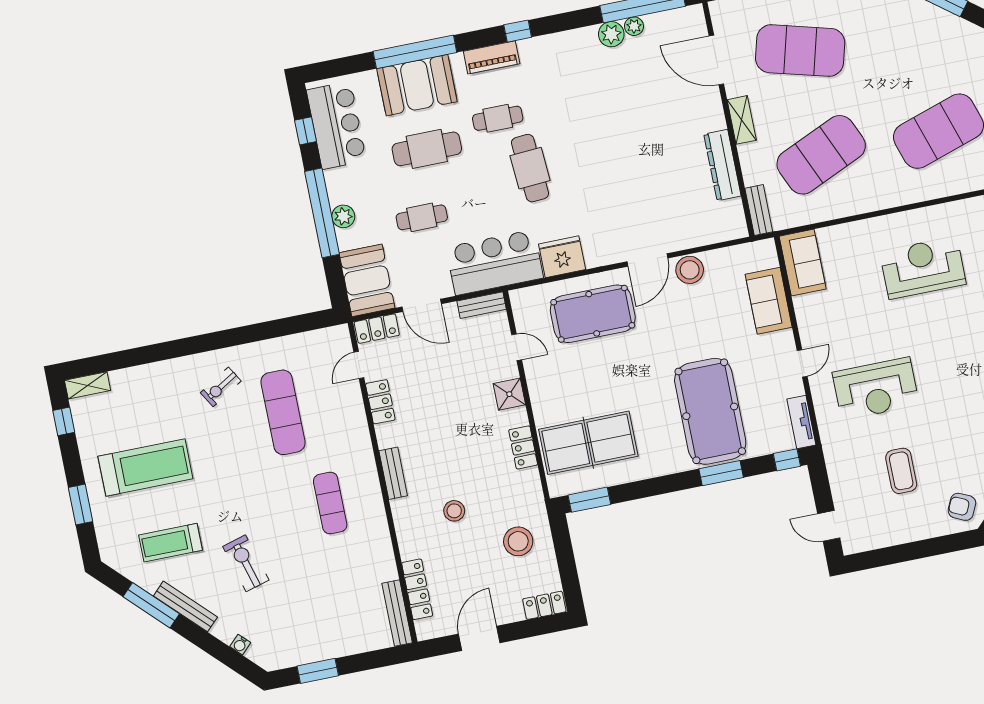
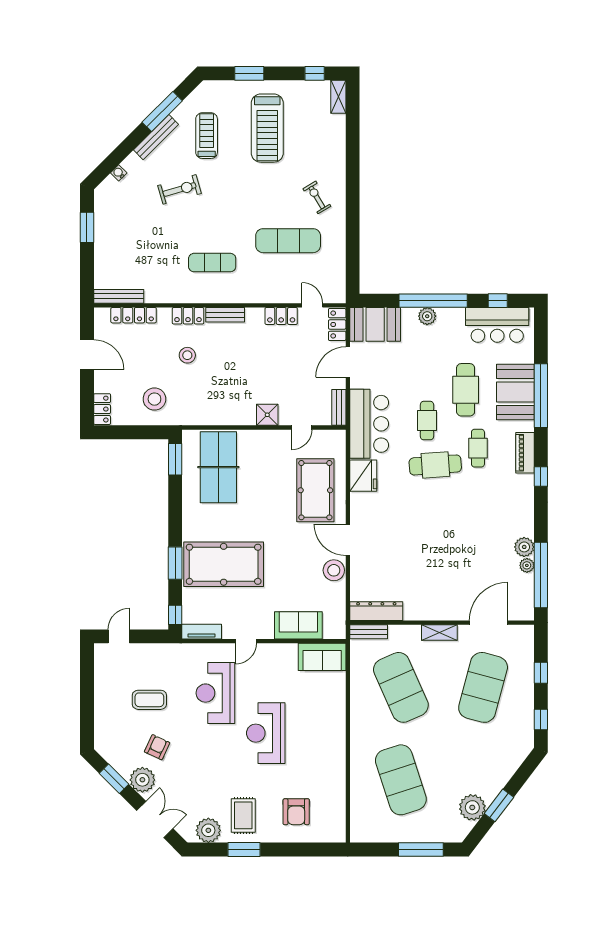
plant: (955, 33) -> (472, 807), added
dresser: (722, 165) -> (376, 611), moved
cafe table: (422, 217) -> (427, 421), moved
reception desk: (923, 268) -> (266, 733), moved, turned 180
door: (802, 363) -> (246, 641), hinge flipped
locker: (523, 447) -> (188, 316), moved, turned 180
armchair: (962, 507) -> (157, 747), moved

